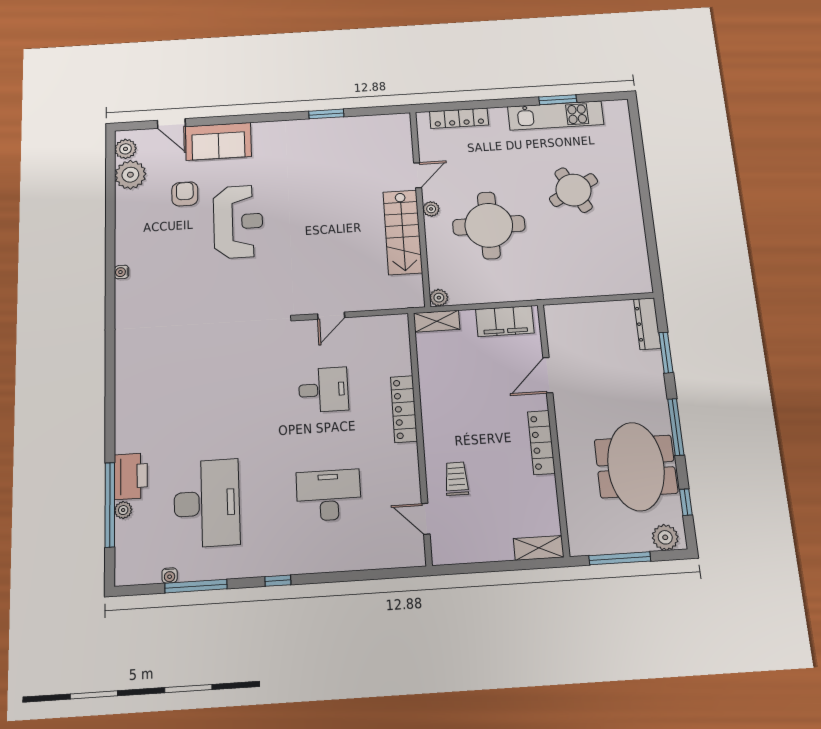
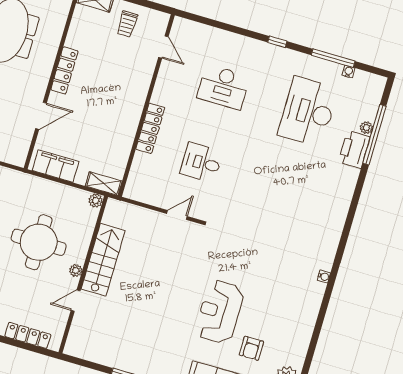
water cooler: (122, 272) -> (324, 277), moved
trolley: (456, 479) -> (127, 24), moved

